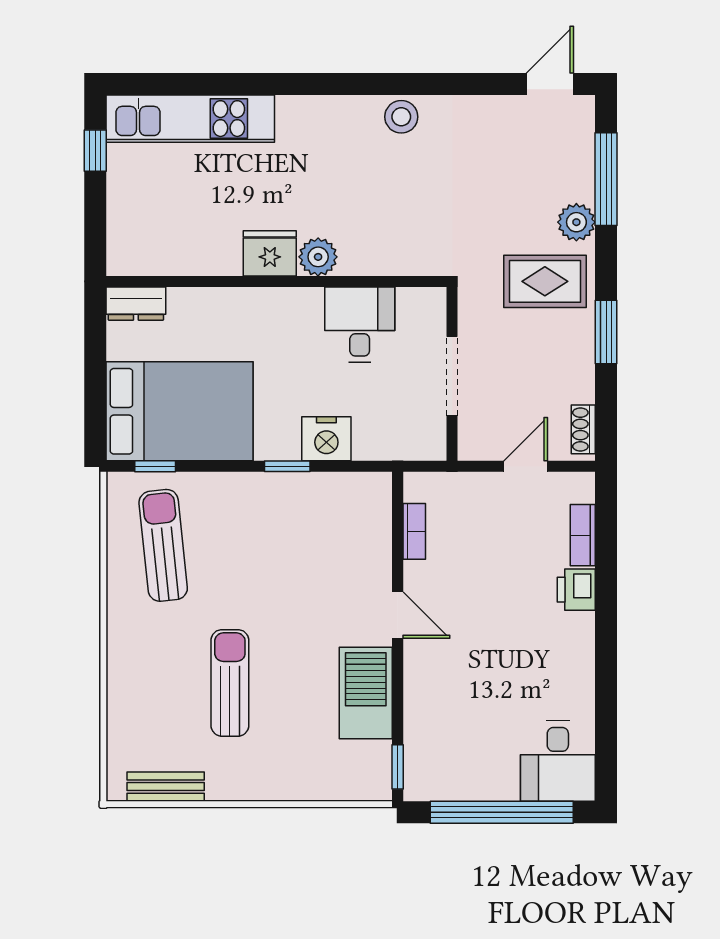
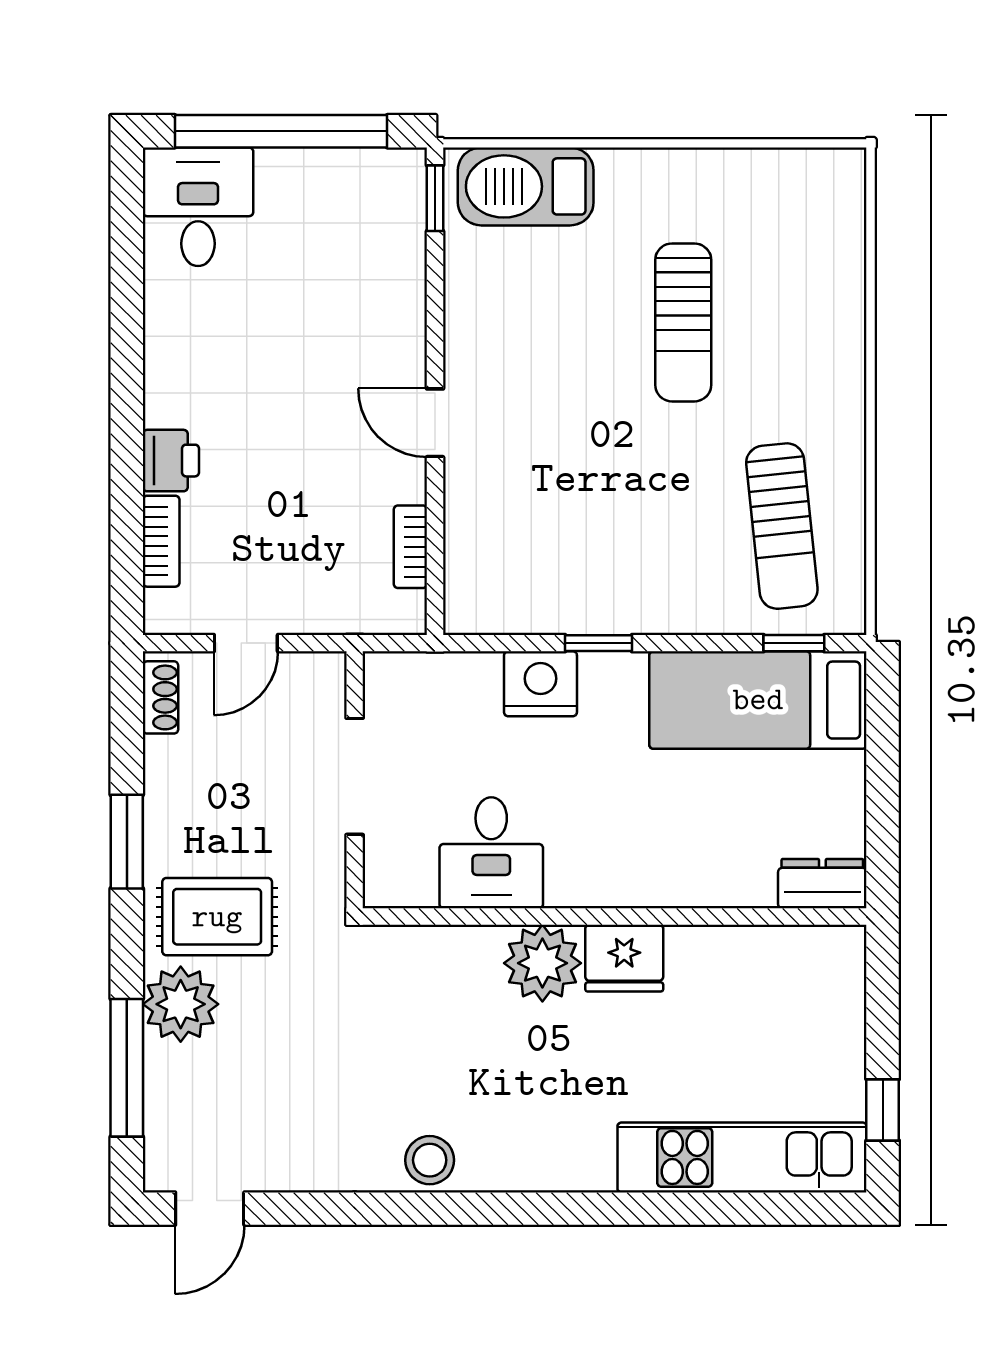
plant: (576, 222) -> (181, 1004), width x1.36, depth x1.36
plant: (318, 257) -> (542, 963), width x1.36, depth x1.36
bed: (179, 411) -> (758, 700), width x0.67
barbecue: (366, 693) -> (526, 186), moved, turned 90
bench: (166, 787) -> (778, 169), removed

